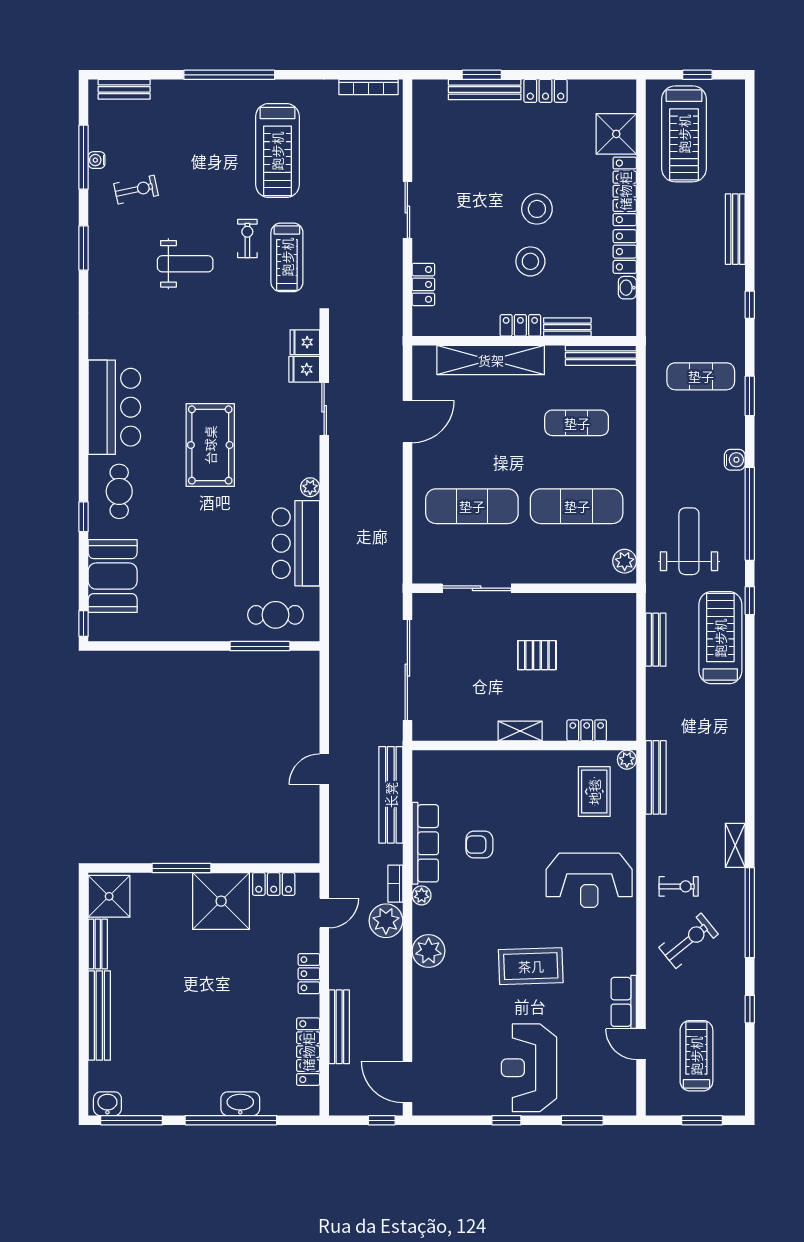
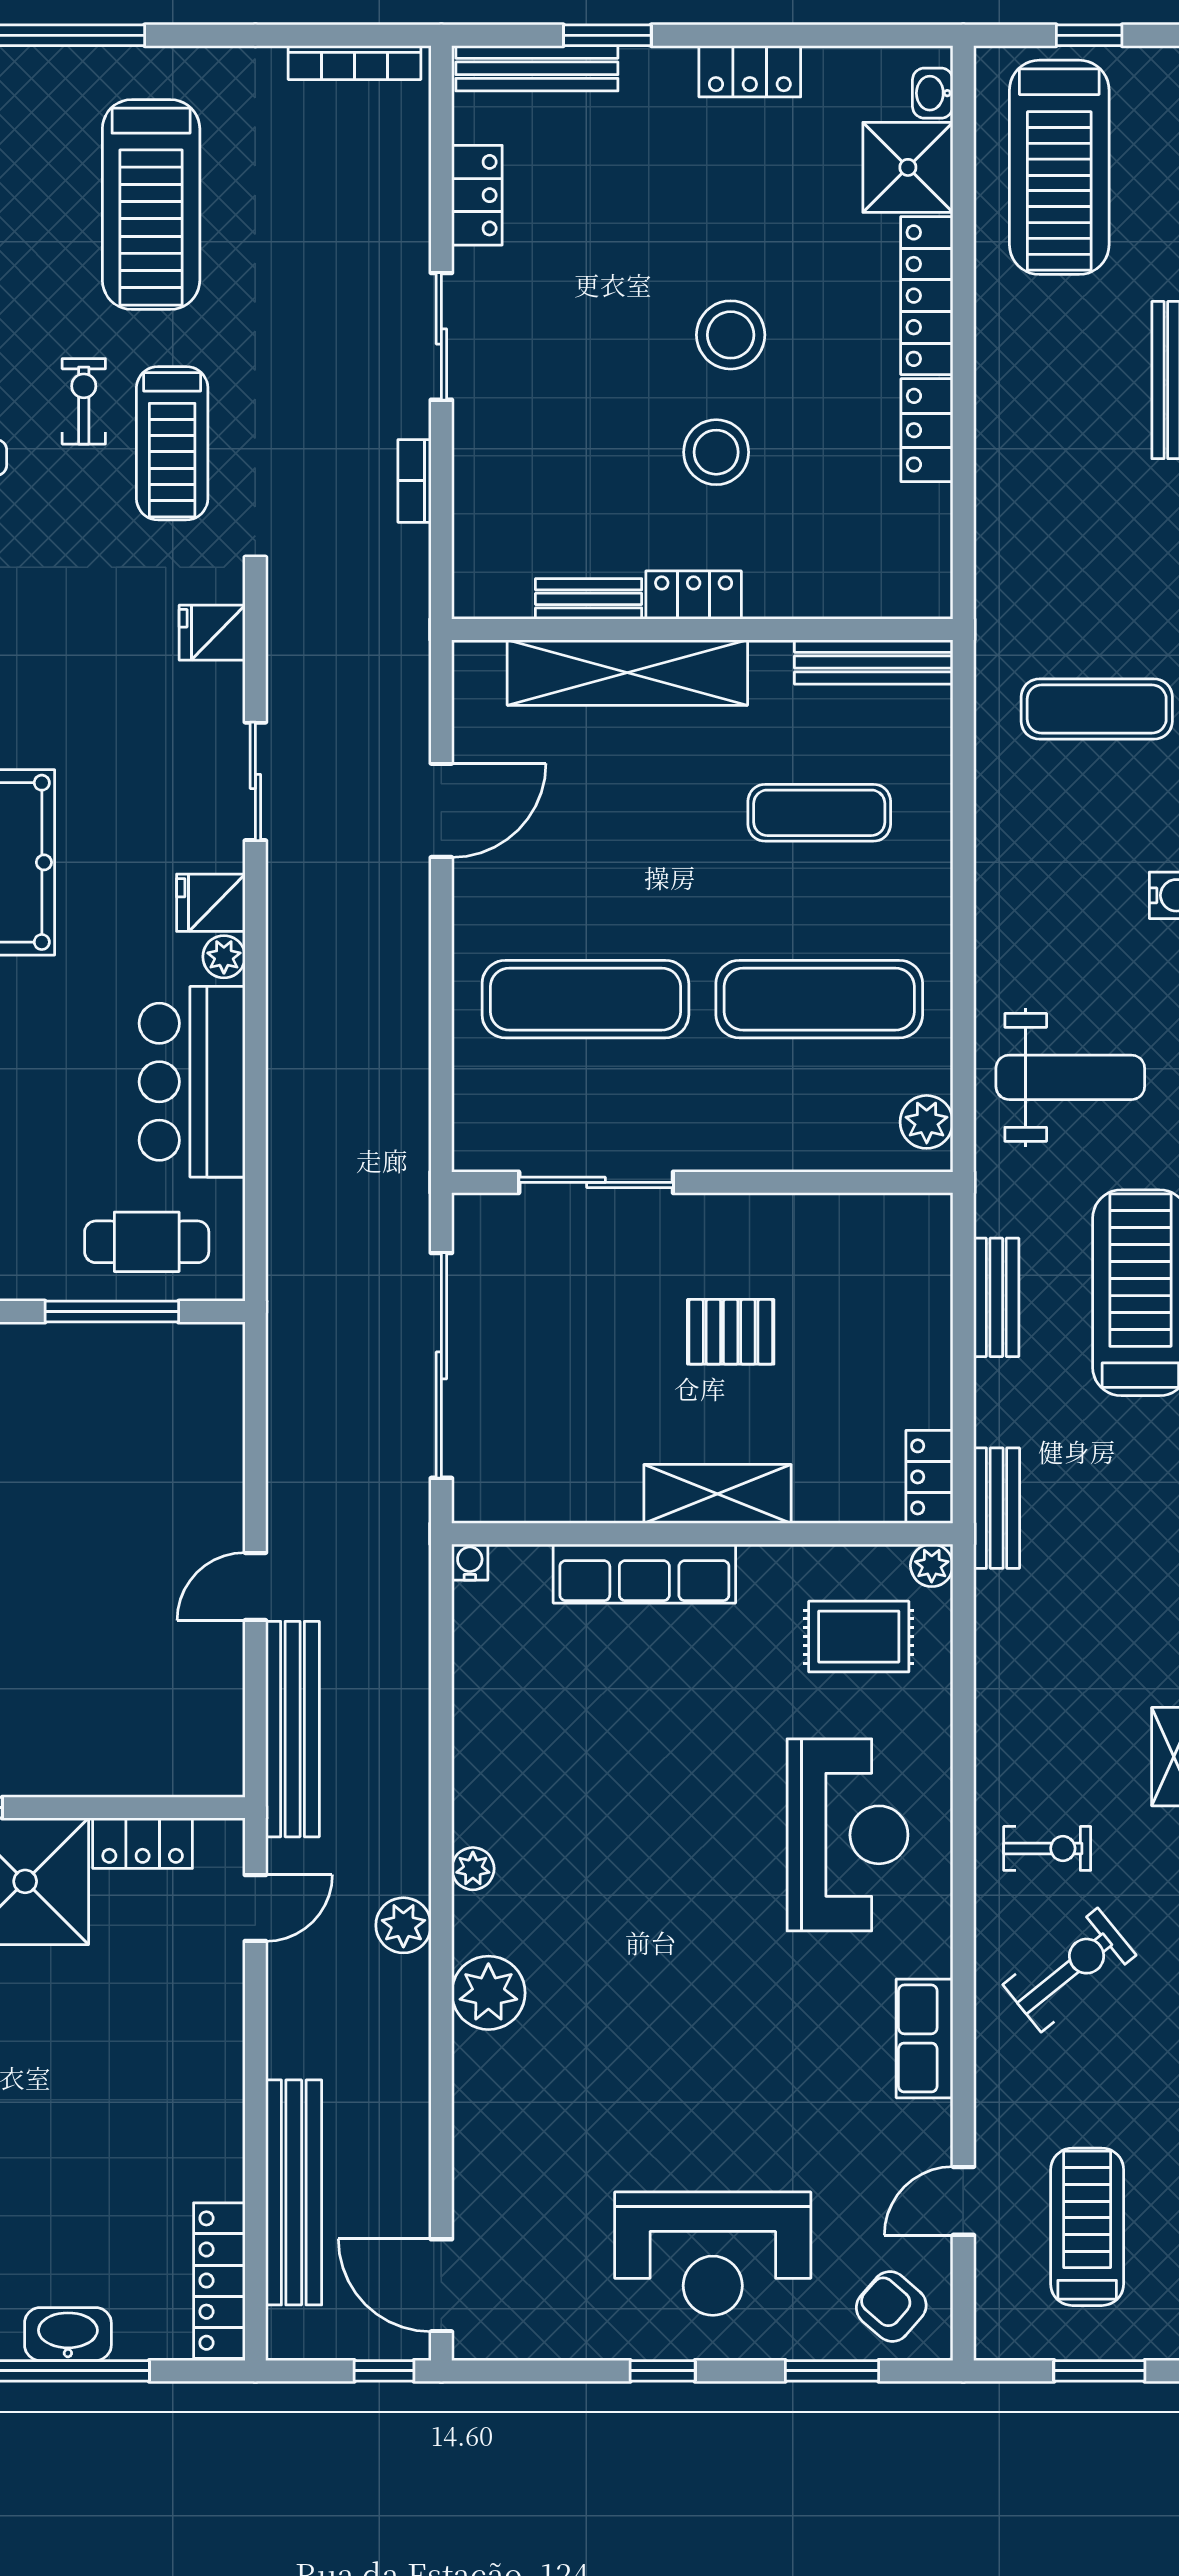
bench: (485, 90) -> (537, 68), moved
locker: (423, 284) -> (477, 195), moved
washbasin: (627, 288) -> (933, 93), moved
bench: (567, 327) -> (589, 599), moved
fridge: (304, 369) -> (211, 903), moved
weight bench: (689, 541) -> (1070, 1077), turned 90
locker: (587, 730) -> (929, 1477), moved, turned -90
shelving: (520, 731) -> (717, 1494), width x1.50, depth x1.33
water cooler: (420, 758) -> (470, 1562), added
bench: (656, 777) -> (997, 1508), moved, width x0.73
rug: (594, 792) -> (859, 1637), turned 90
bench: (391, 795) -> (293, 1729), moved
row of seats: (425, 843) -> (644, 1574), moved, turned 90
armchair: (479, 845) -> (891, 2307), moved, turned 41
reception desk: (589, 880) -> (848, 1835), turned -90
bookcase: (395, 884) -> (415, 481), moved
plant: (386, 921) -> (403, 1925), width x0.73, depth x0.73
coffee table: (531, 966) -> (717, 2027), removed
locker: (309, 974) -> (221, 2043), removed
row of seats: (624, 1002) -> (925, 2038), moved
bench: (339, 1027) -> (294, 2192), width x1.37, depth x1.21
door: (641, 1044) -> (963, 2201), hinge flipped
locker: (308, 1052) -> (219, 2281), moved
reception desk: (529, 1068) -> (713, 2254), turned -90

